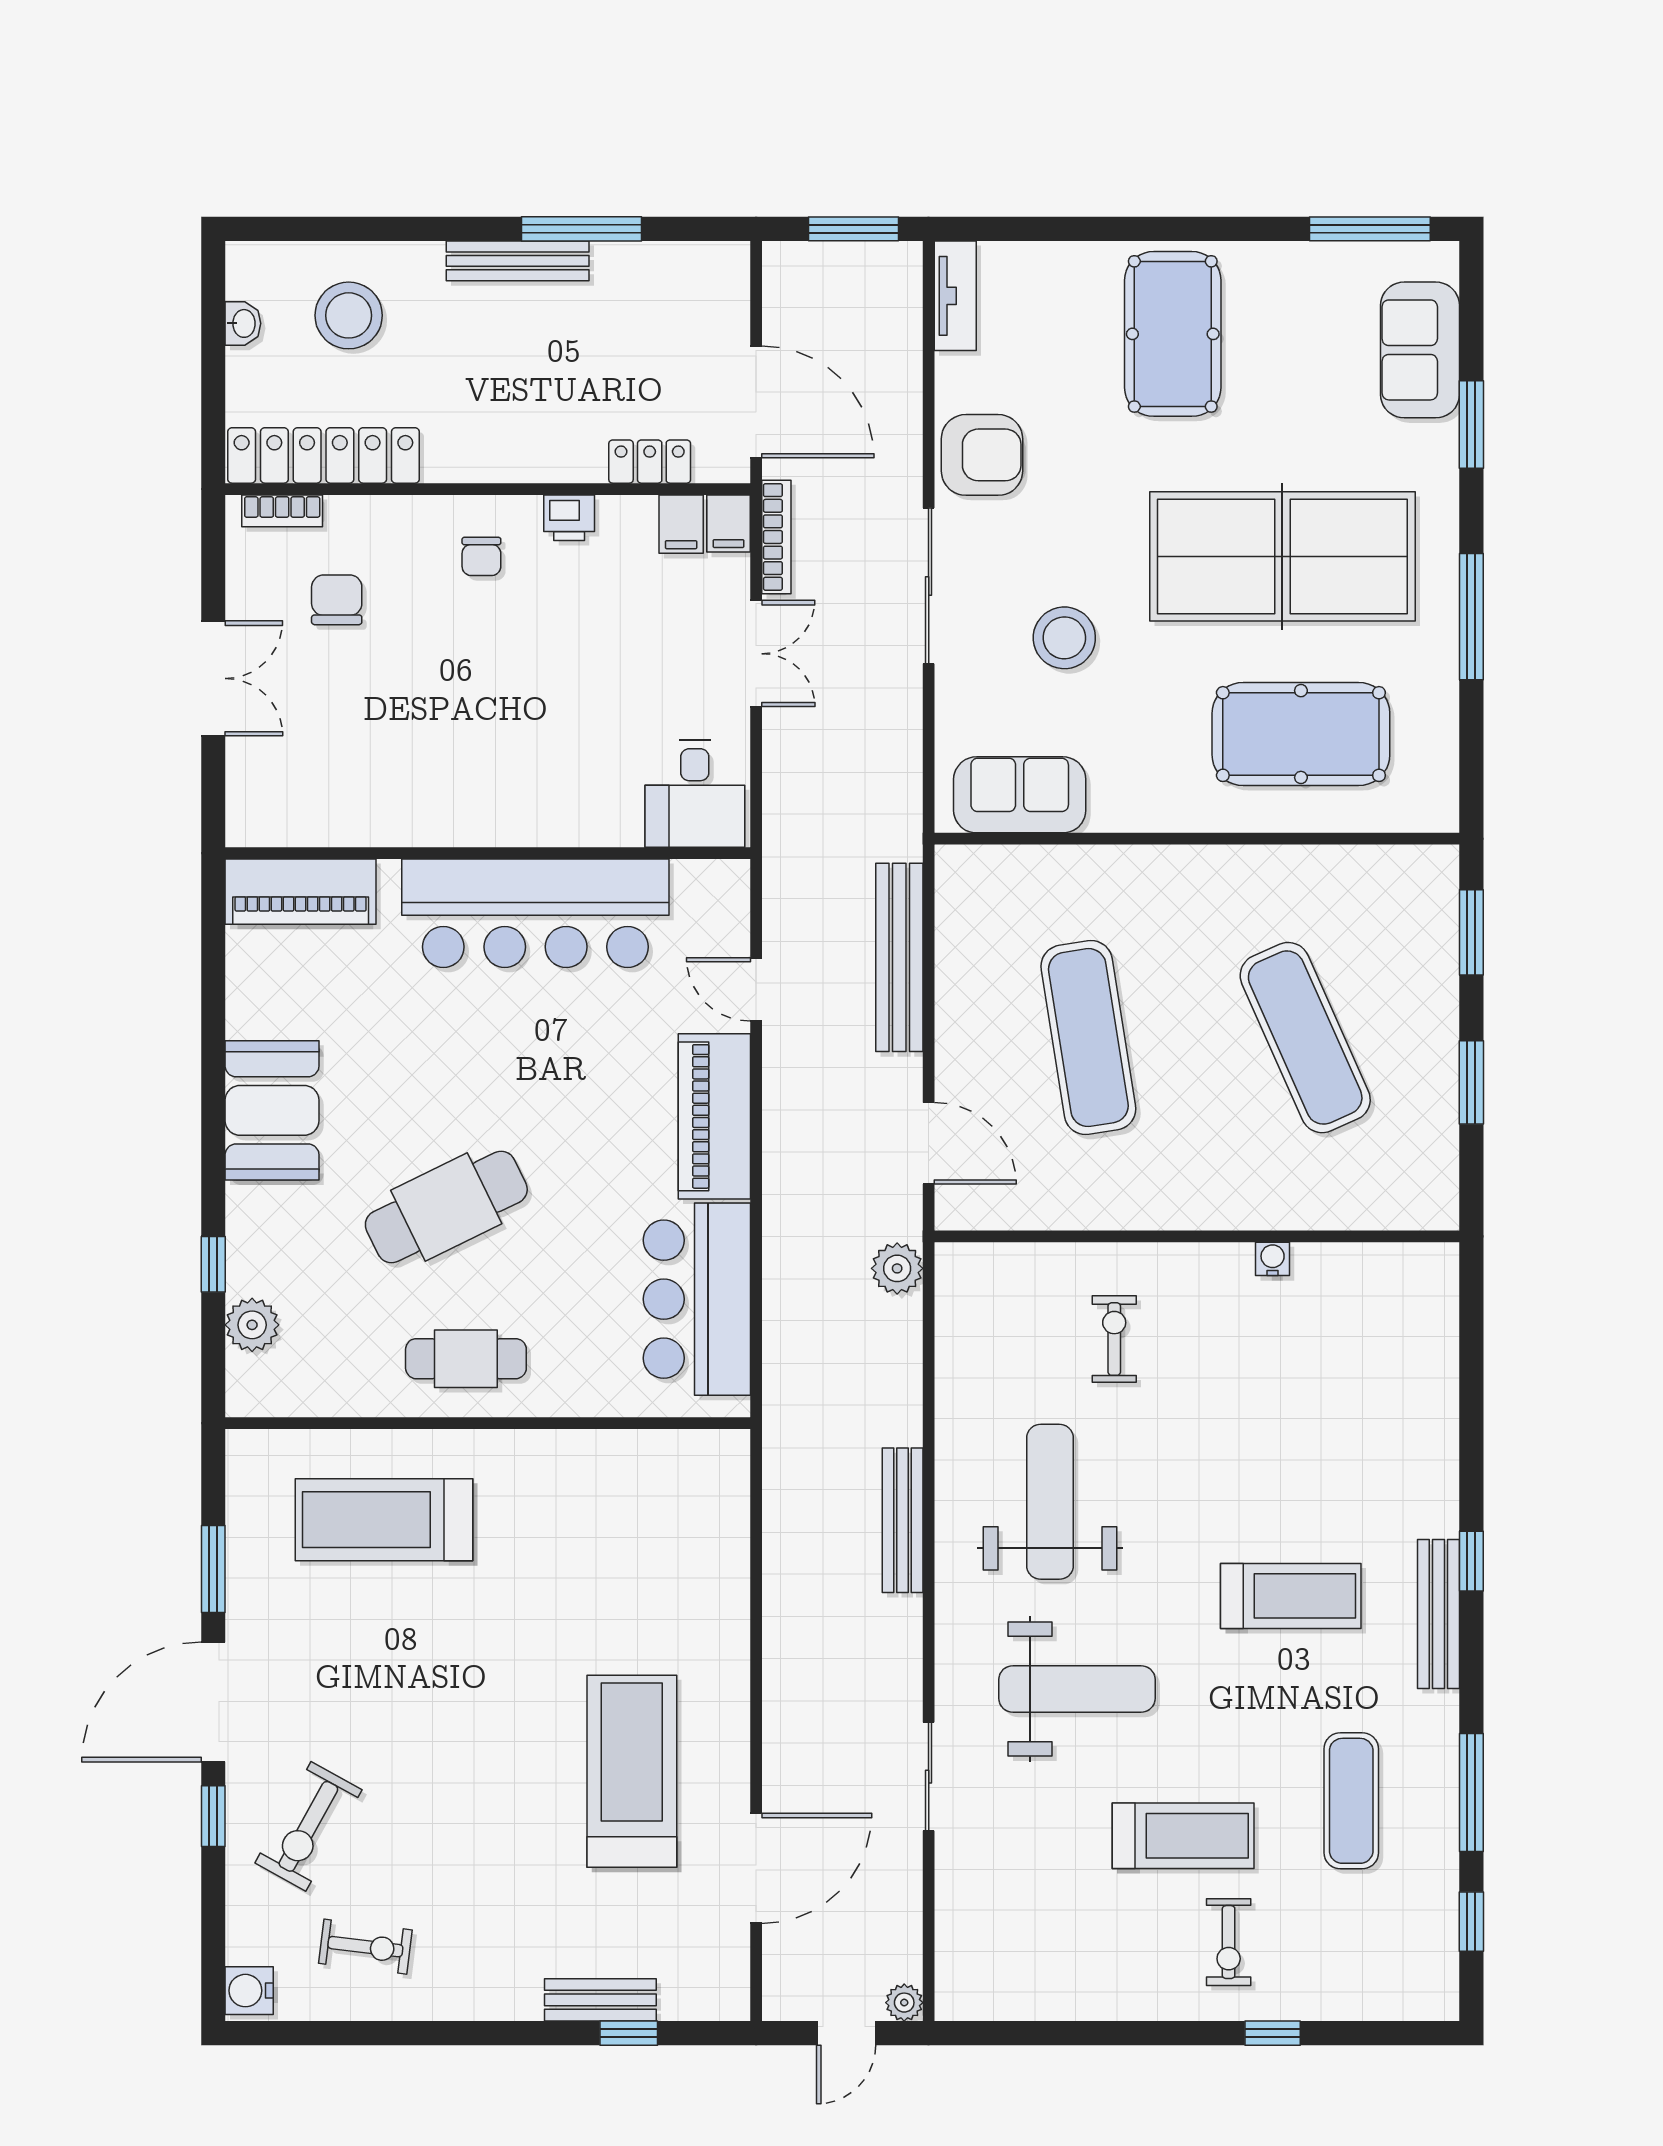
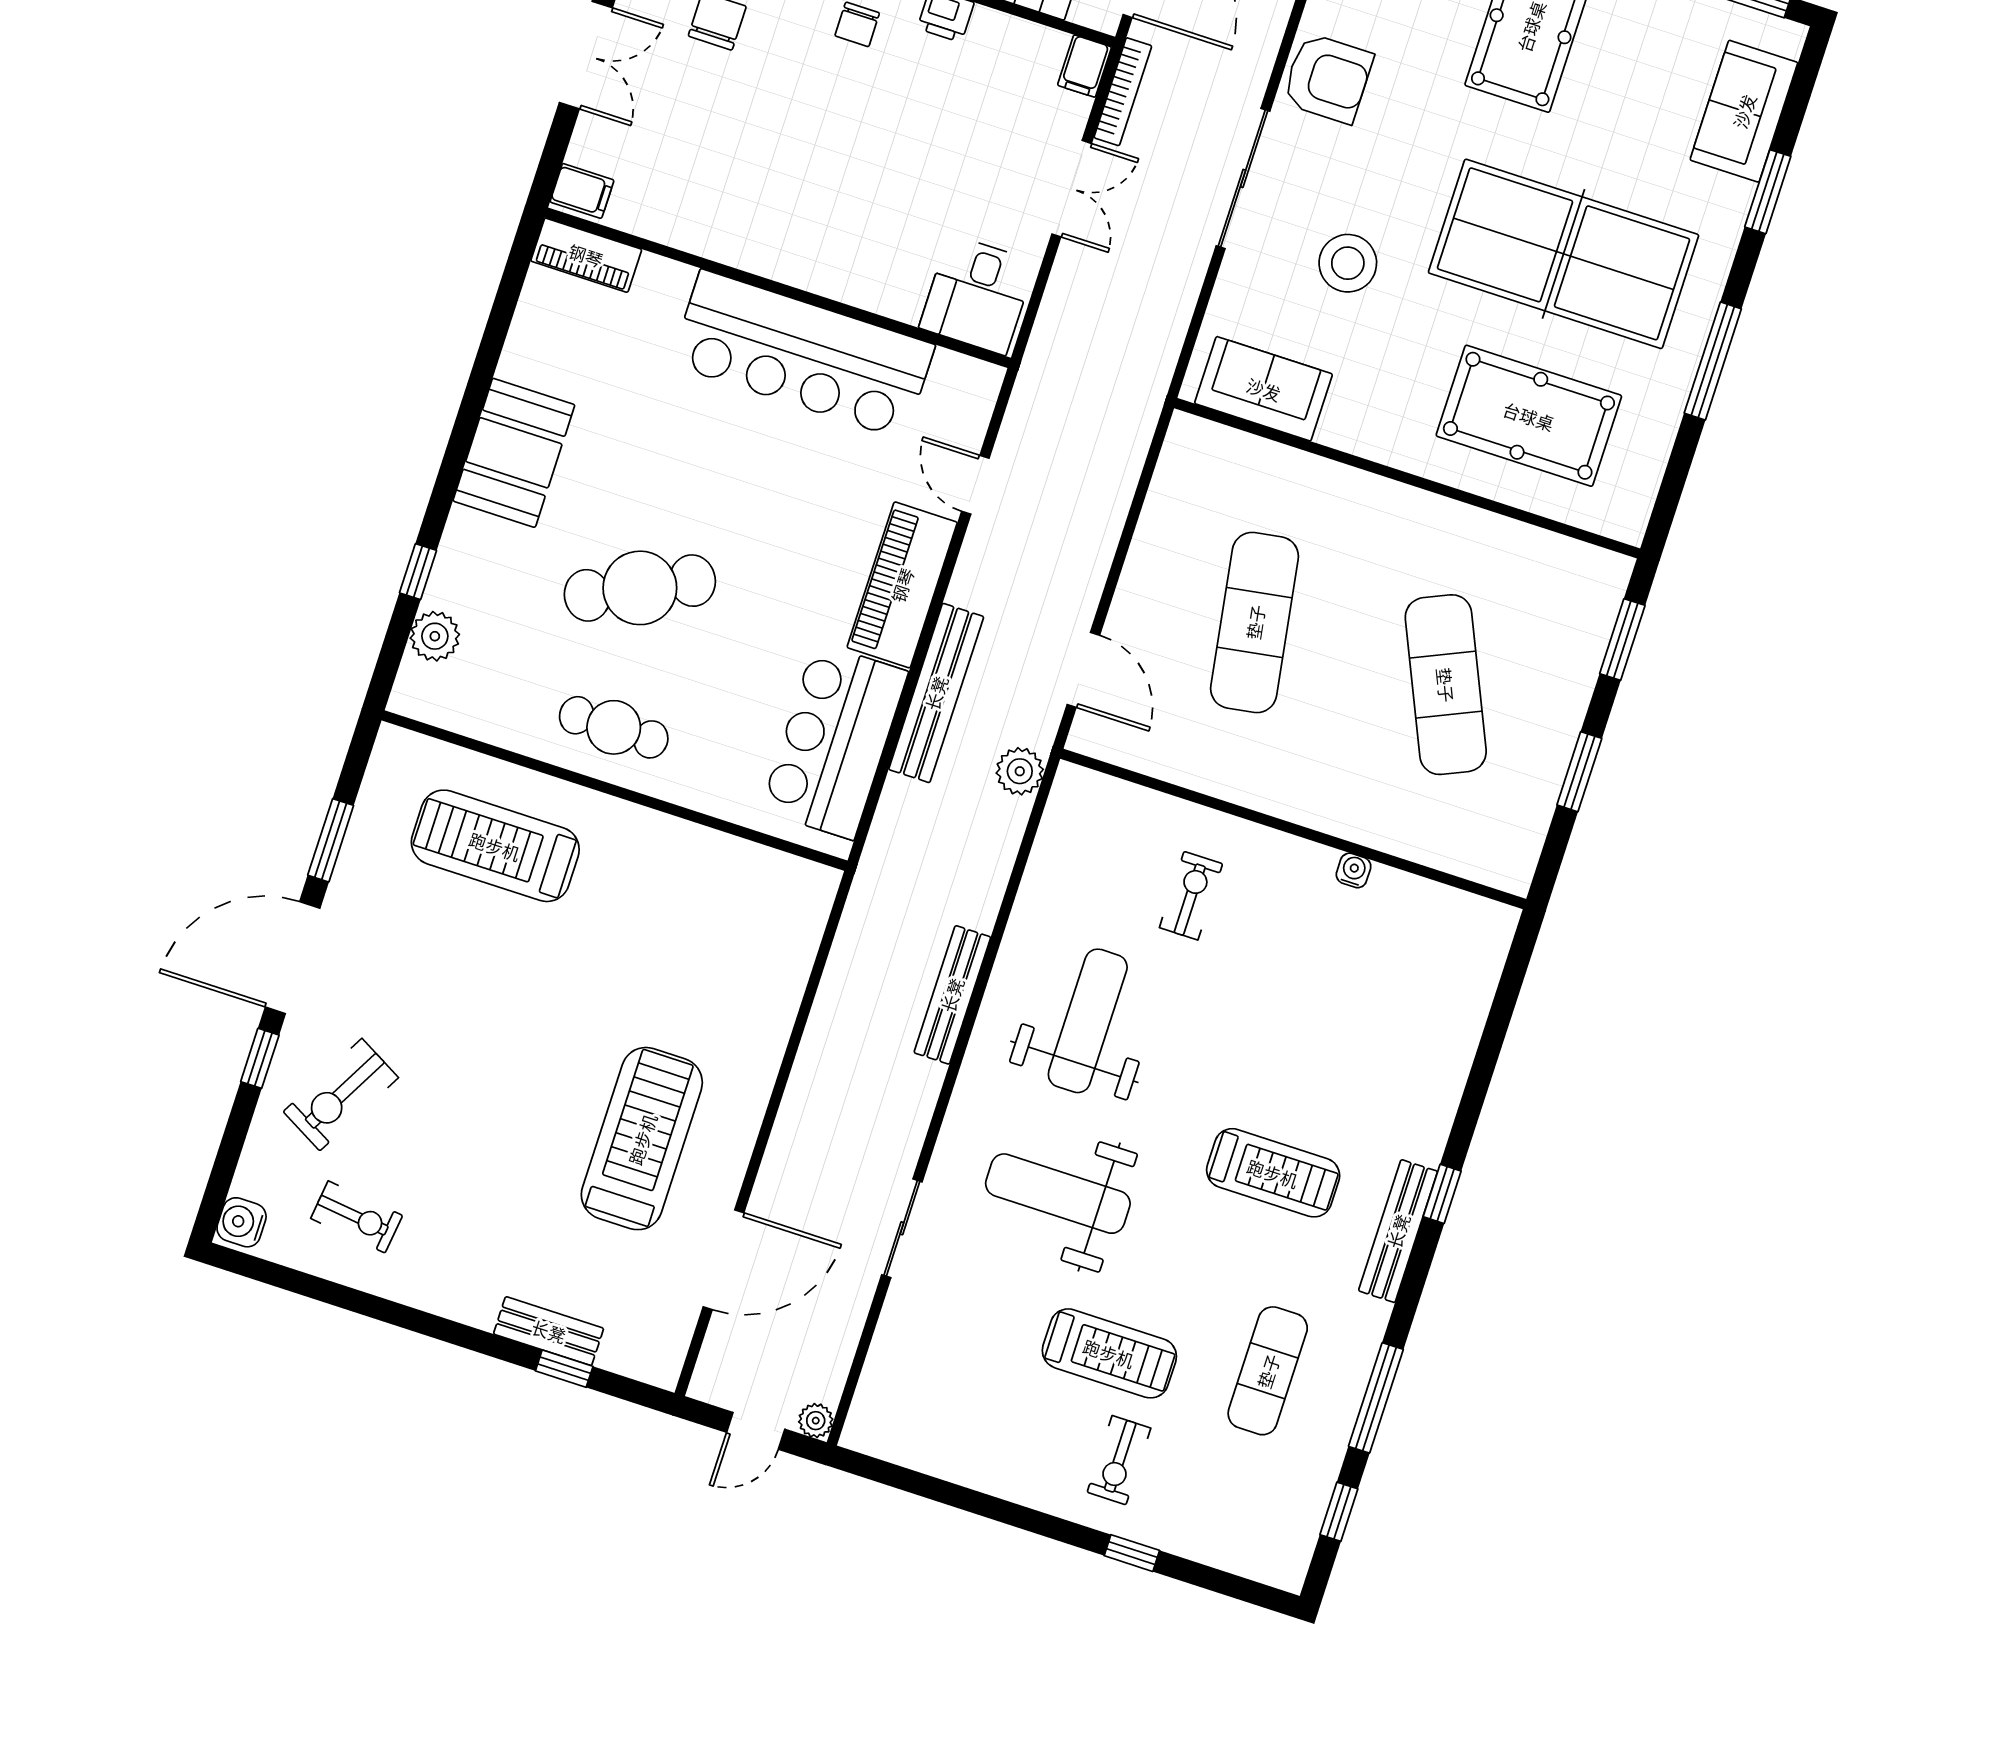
filing cabinet: (681, 524) -> (582, 191), moved, turned -90
piano: (301, 892) -> (586, 255), width x0.73, depth x0.75
bench: (899, 957) -> (936, 693), moved
weight bench: (1077, 1689) -> (1058, 1194), turned 180

